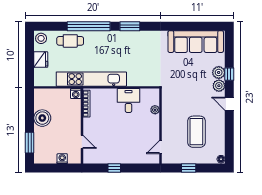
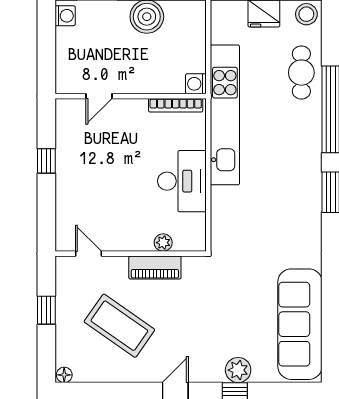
plant: (219, 86) -> (212, 371), removed
desk: (129, 100) -> (182, 181), width x1.37
piano: (167, 114) -> (155, 267), added
coffee table: (196, 132) -> (119, 326), turned 35
washing machine: (62, 159) -> (65, 16), moved

